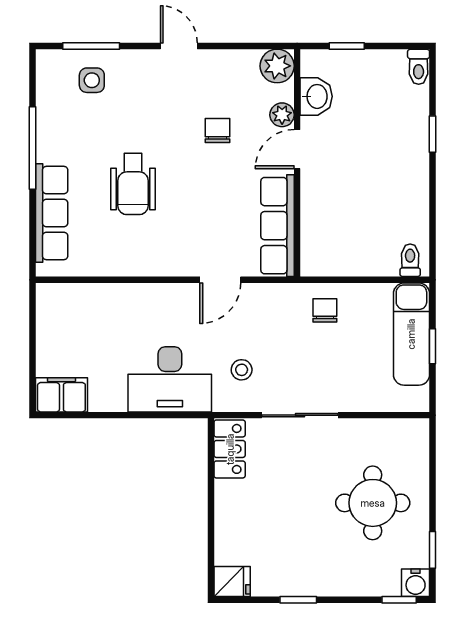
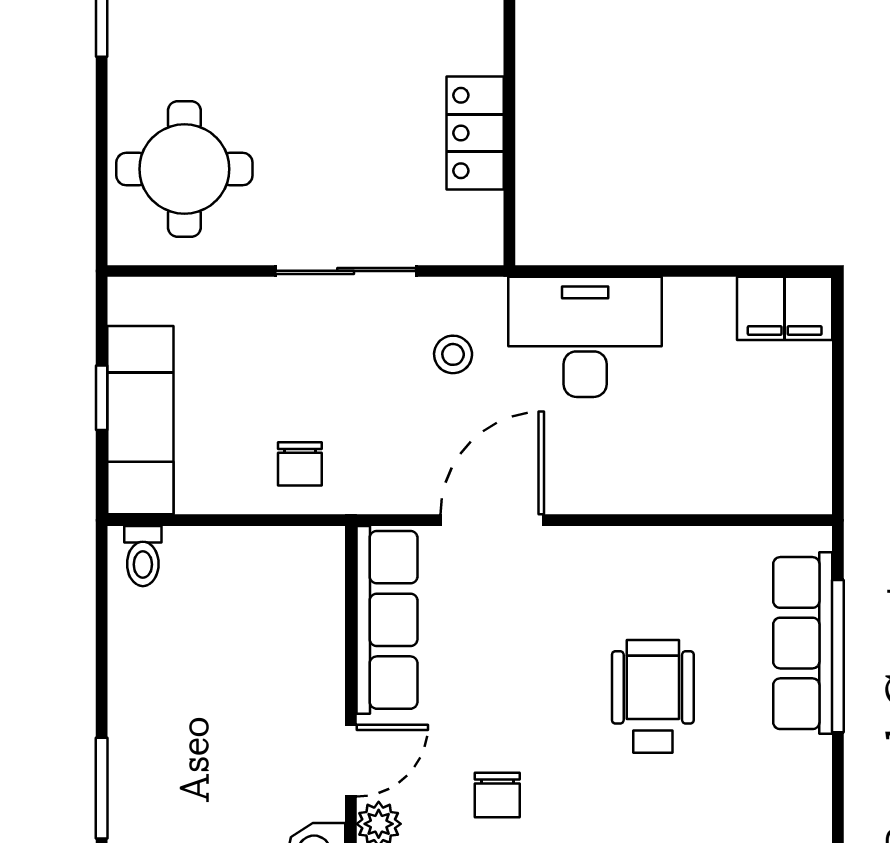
window: (432, 134) -> (102, 788), width x1.50
window: (33, 148) -> (838, 656), moved
door: (220, 280) -> (492, 520), width x1.38
locker: (230, 449) -> (475, 133), moved
round table: (373, 503) -> (184, 169), moved

